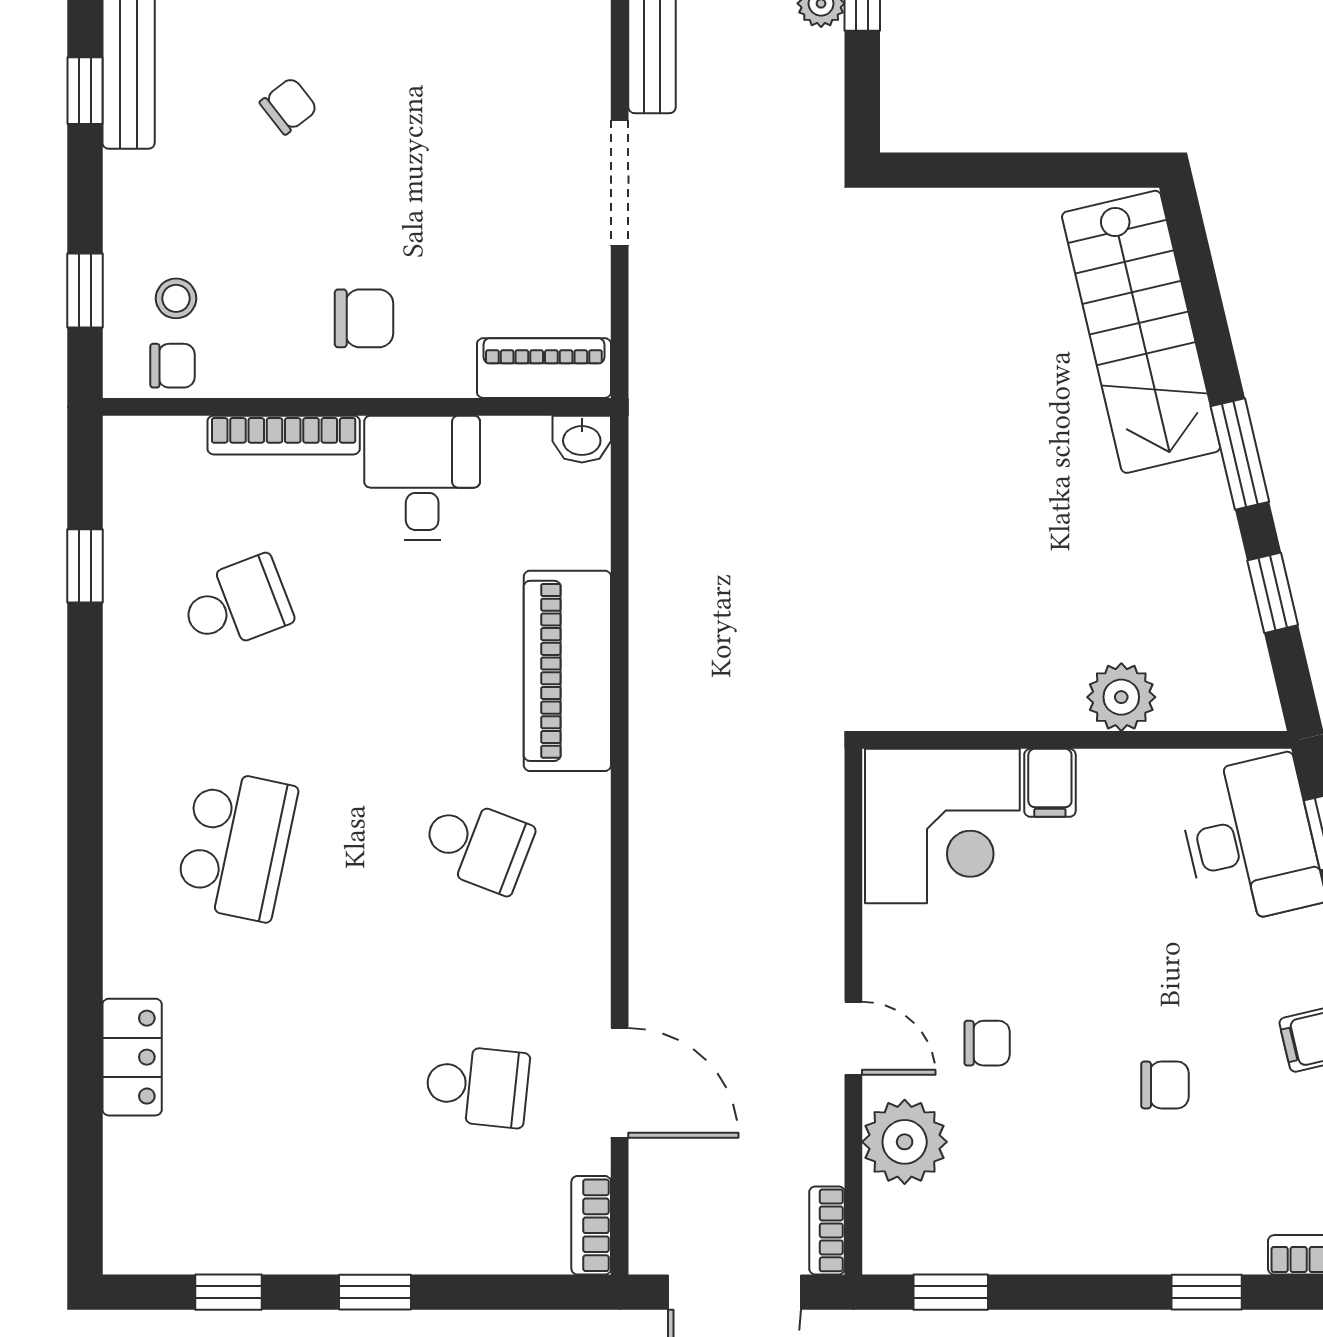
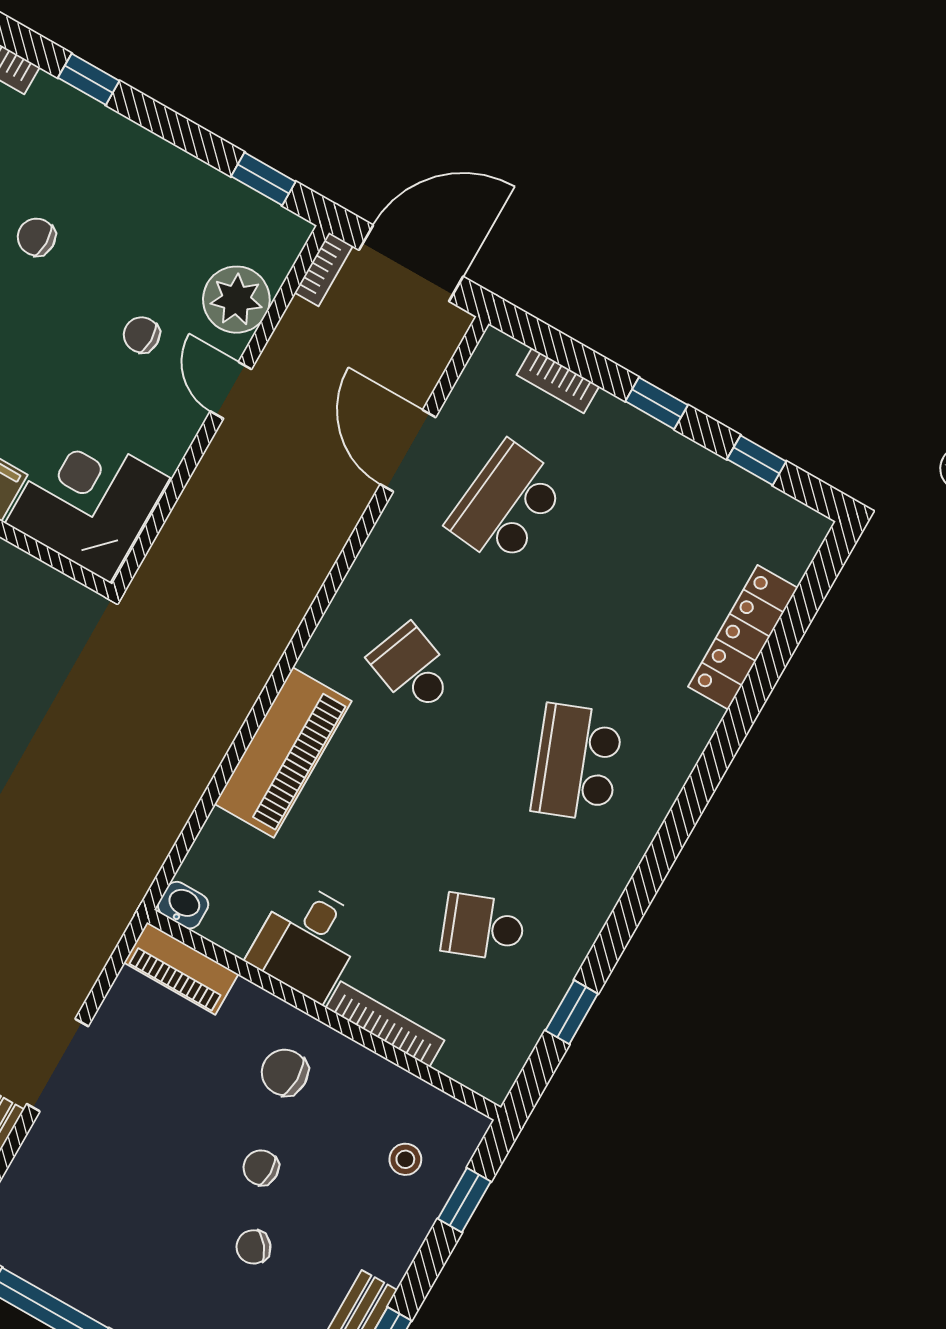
chair: (173, 366) -> (261, 1168), moved
school desk: (236, 845) -> (577, 763), turned -33
locker: (132, 1057) -> (743, 637), width x1.53
school desk: (477, 1086) -> (506, 504), width x1.85
bookcase: (591, 1225) -> (558, 381), moved, turned 90

